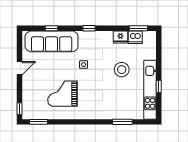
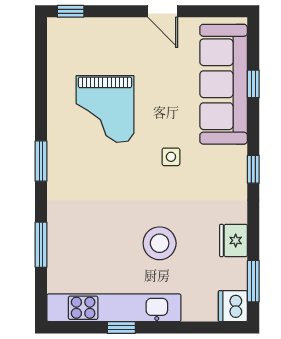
dishwasher: (135, 37) -> (233, 306), moved
grand piano: (63, 94) -> (105, 109), turned 180
window: (38, 122) -> (41, 161), moved

